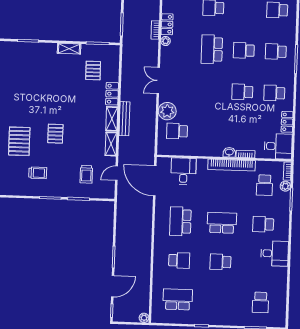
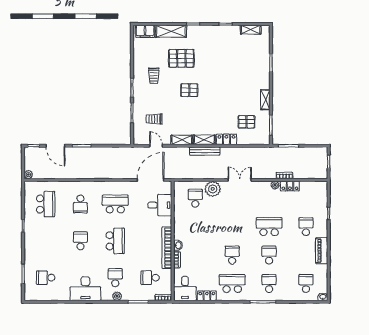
school desk: (274, 93) -> (232, 283), width x1.85
plant: (285, 186) -> (117, 296), moved
desk: (275, 253) -> (85, 289), width x1.37

